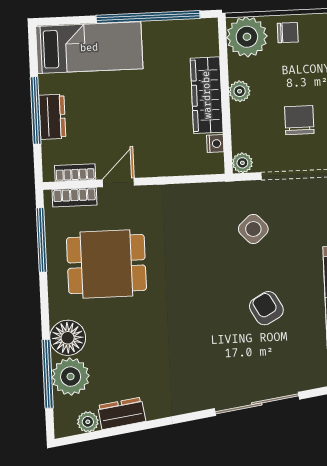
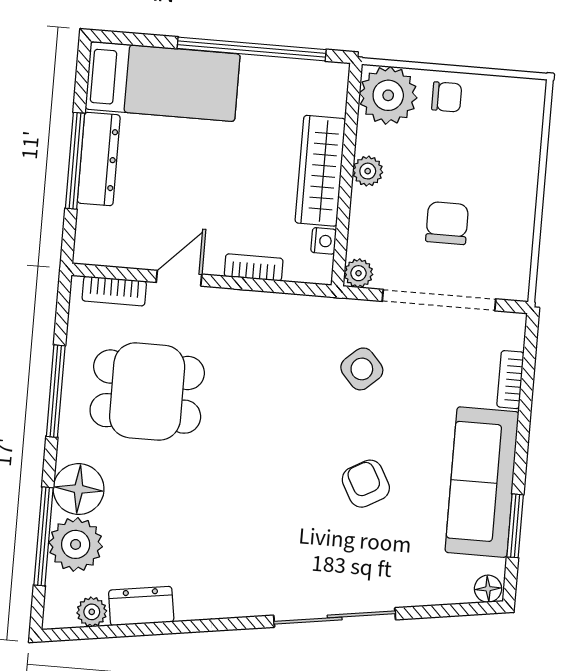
dresser: (52, 117) -> (99, 159), width x1.44
bookcase: (75, 173) -> (254, 267), moved
window: (41, 240) -> (56, 391), moved

